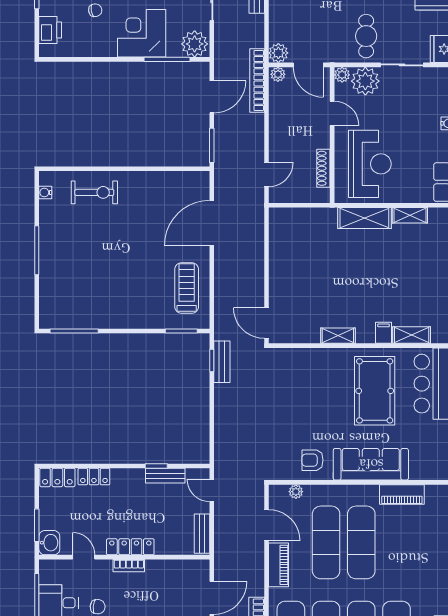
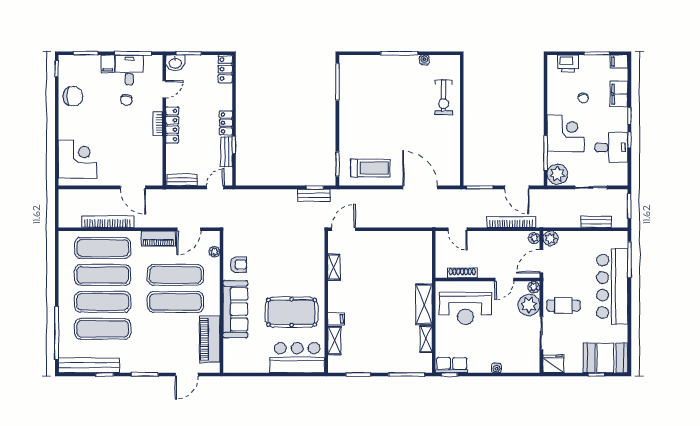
bookcase: (257, 80) -> (511, 222), moved
water cooler: (45, 193) -> (424, 60), moved
shelving: (338, 336) -> (334, 267), moved
armchair: (313, 460) -> (239, 265), turned 90
locker: (94, 477) -> (226, 123), moved
piano: (402, 494) -> (210, 339), width x1.37, depth x1.33

